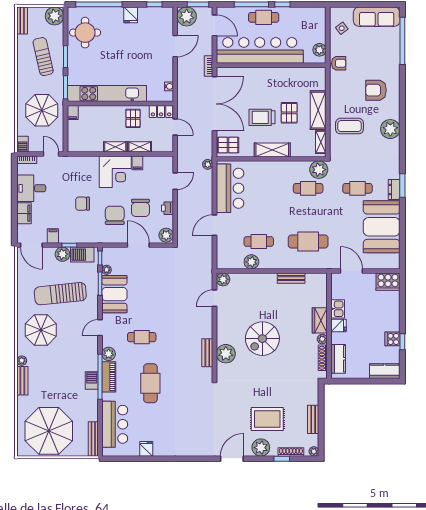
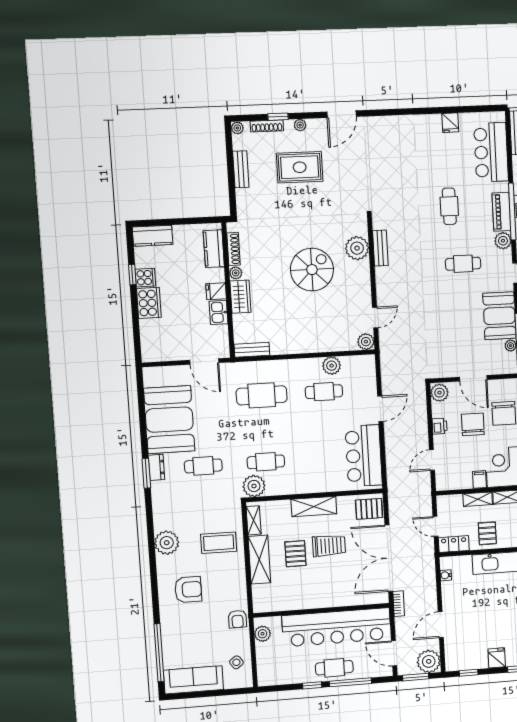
armchair: (339, 63) -> (237, 619), turned -90
plant: (208, 164) -> (393, 483), removed
bench: (291, 278) -> (252, 350), moved
cooker: (388, 282) -> (149, 303), moved, turned 90
cafe table: (150, 383) -> (449, 206), width x0.73, depth x0.74
plant: (261, 448) -> (300, 125), width x0.53, depth x0.53

